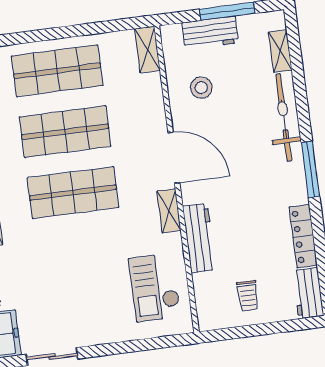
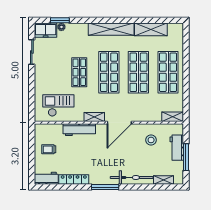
shop shelf: (81, 253) -> (79, 72), added

